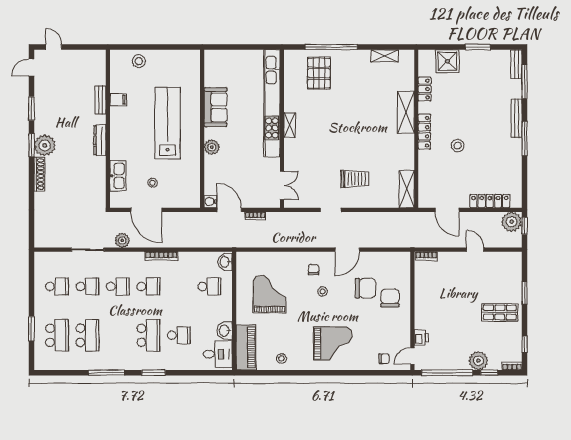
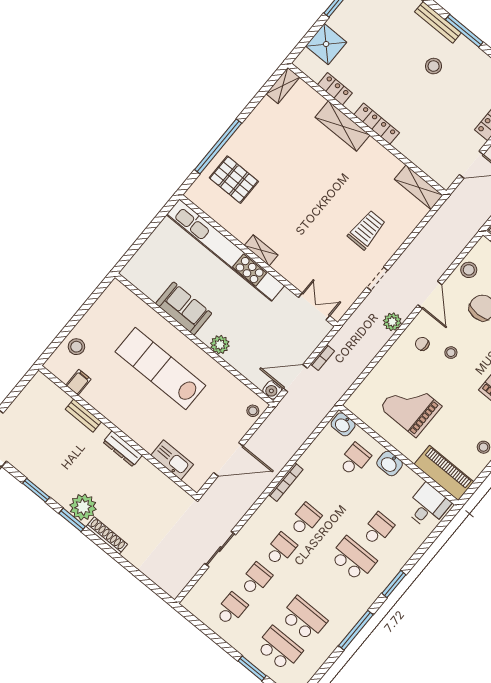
shelving: (385, 56) -> (283, 86), moved
filing cabinet: (118, 100) -> (78, 382), moved
stool: (458, 146) -> (434, 66), moved
stool: (153, 183) -> (253, 411), moved
plant: (122, 240) -> (392, 322), moved
stool: (382, 261) -> (469, 270), added
washbasin: (225, 331) -> (390, 463), moved

